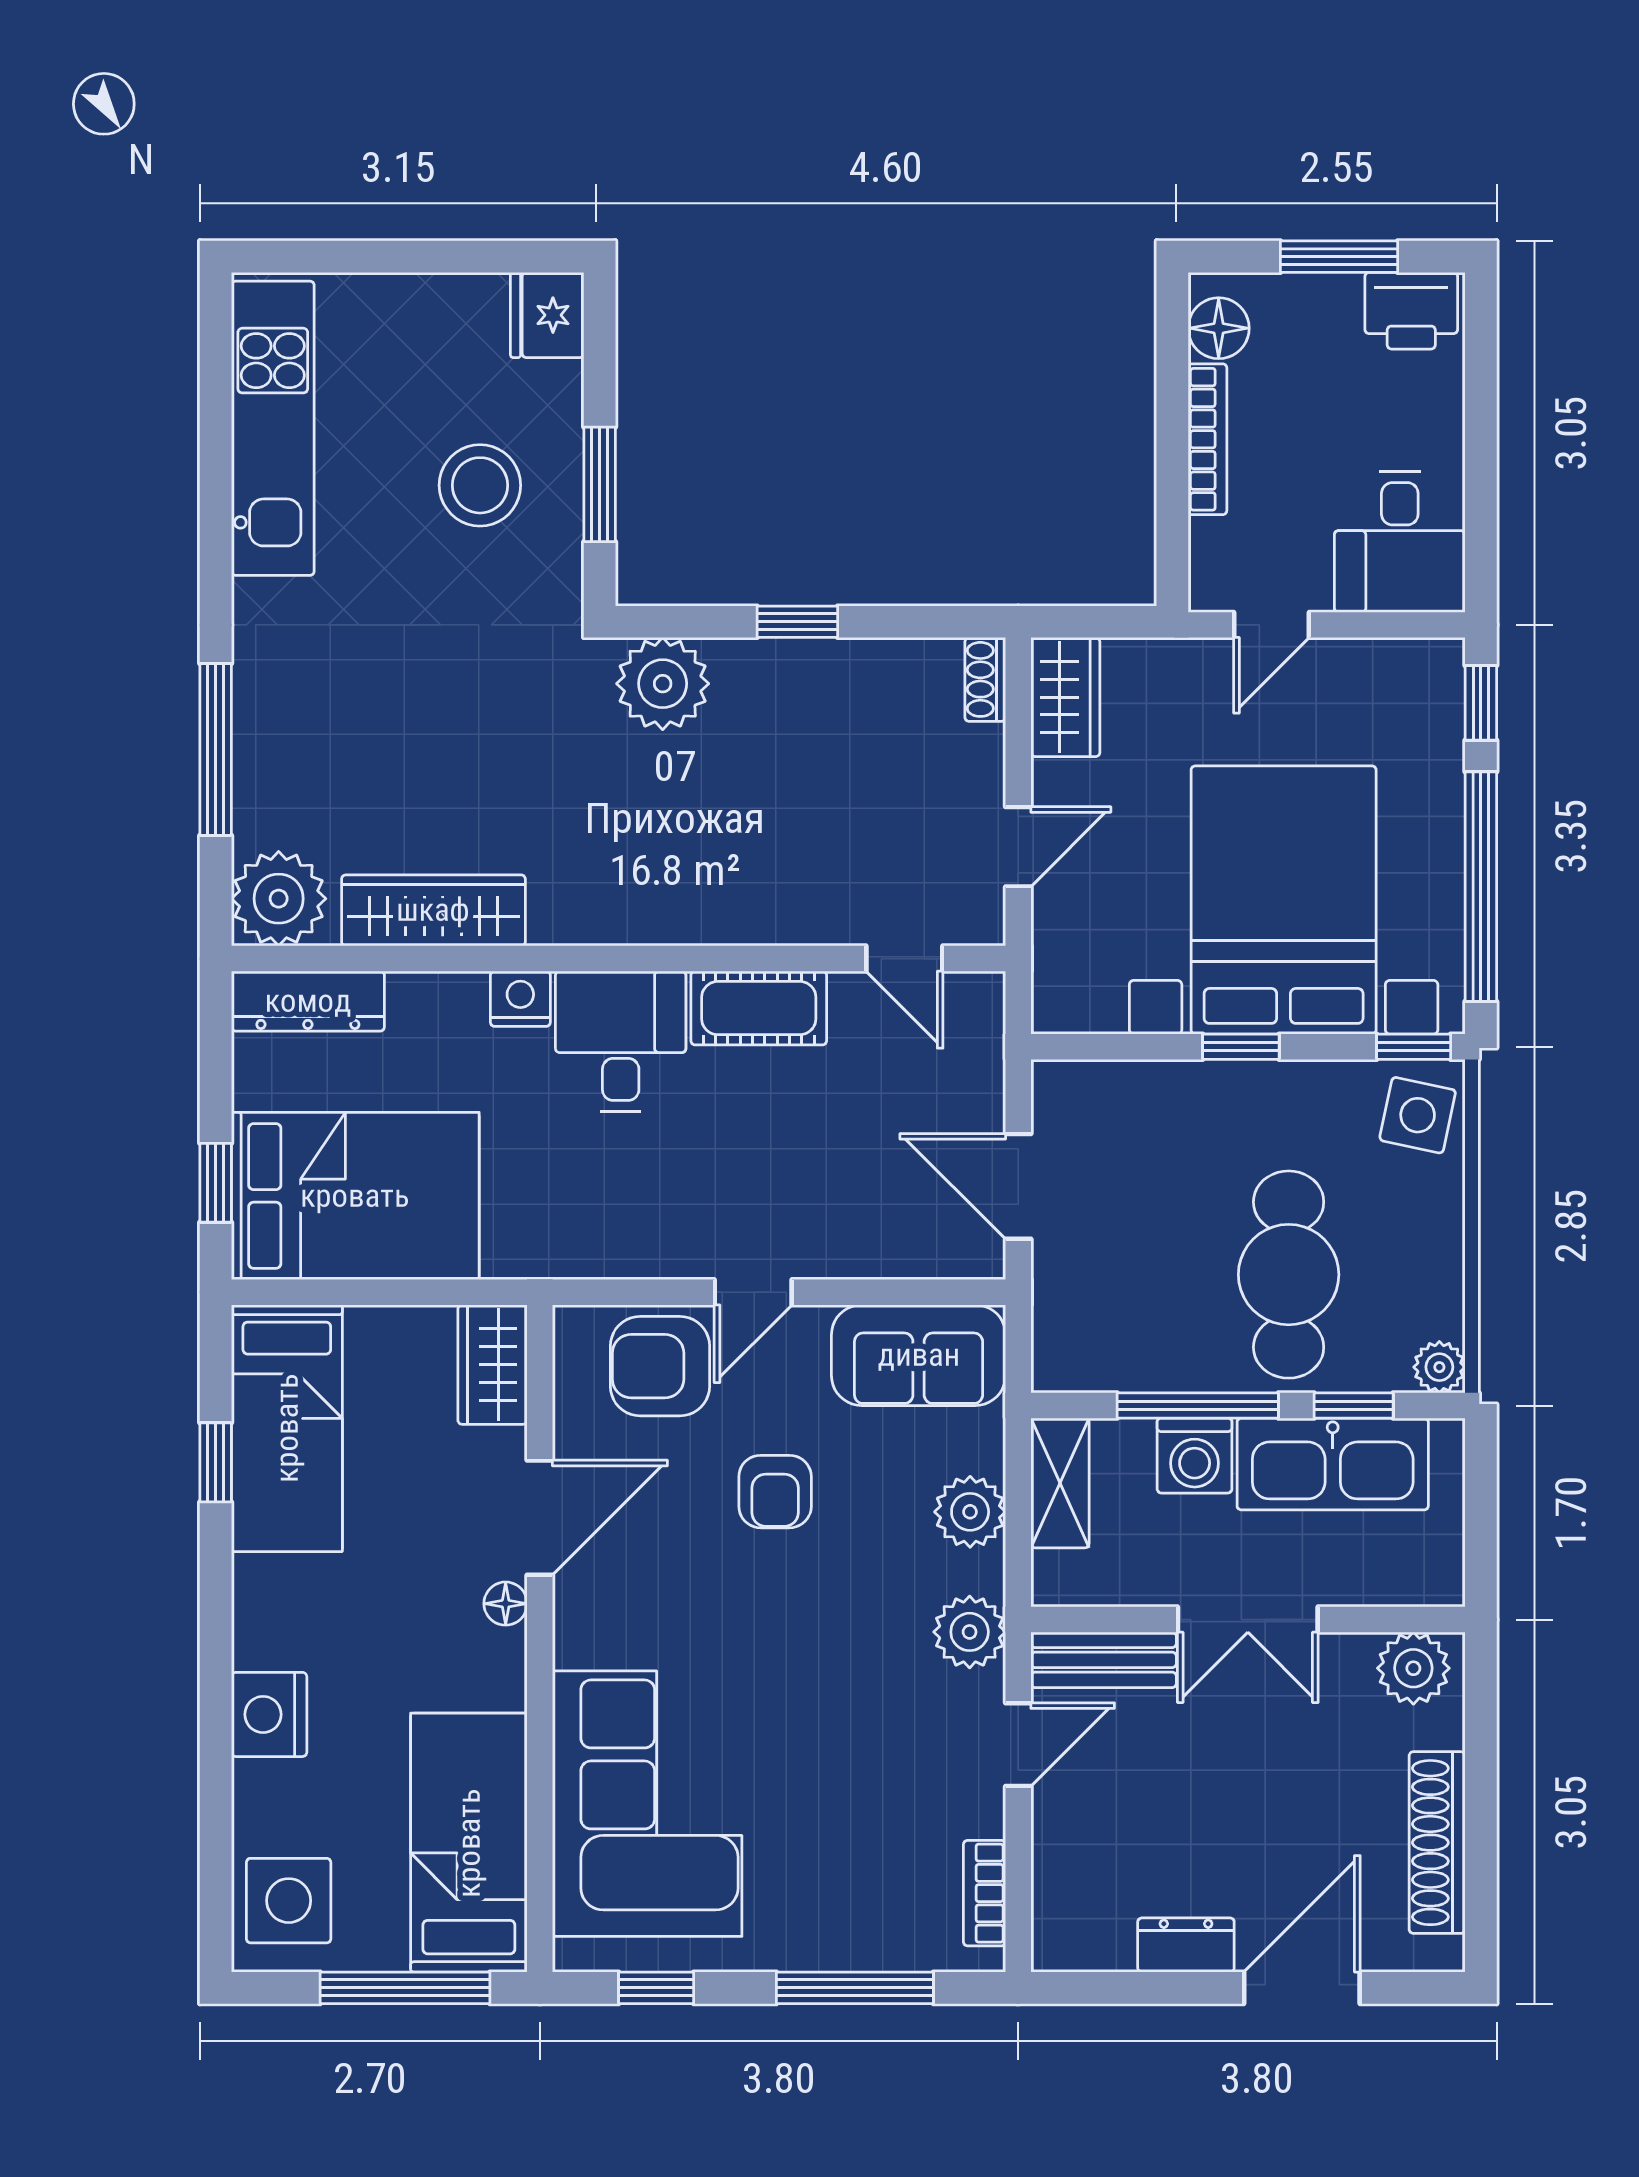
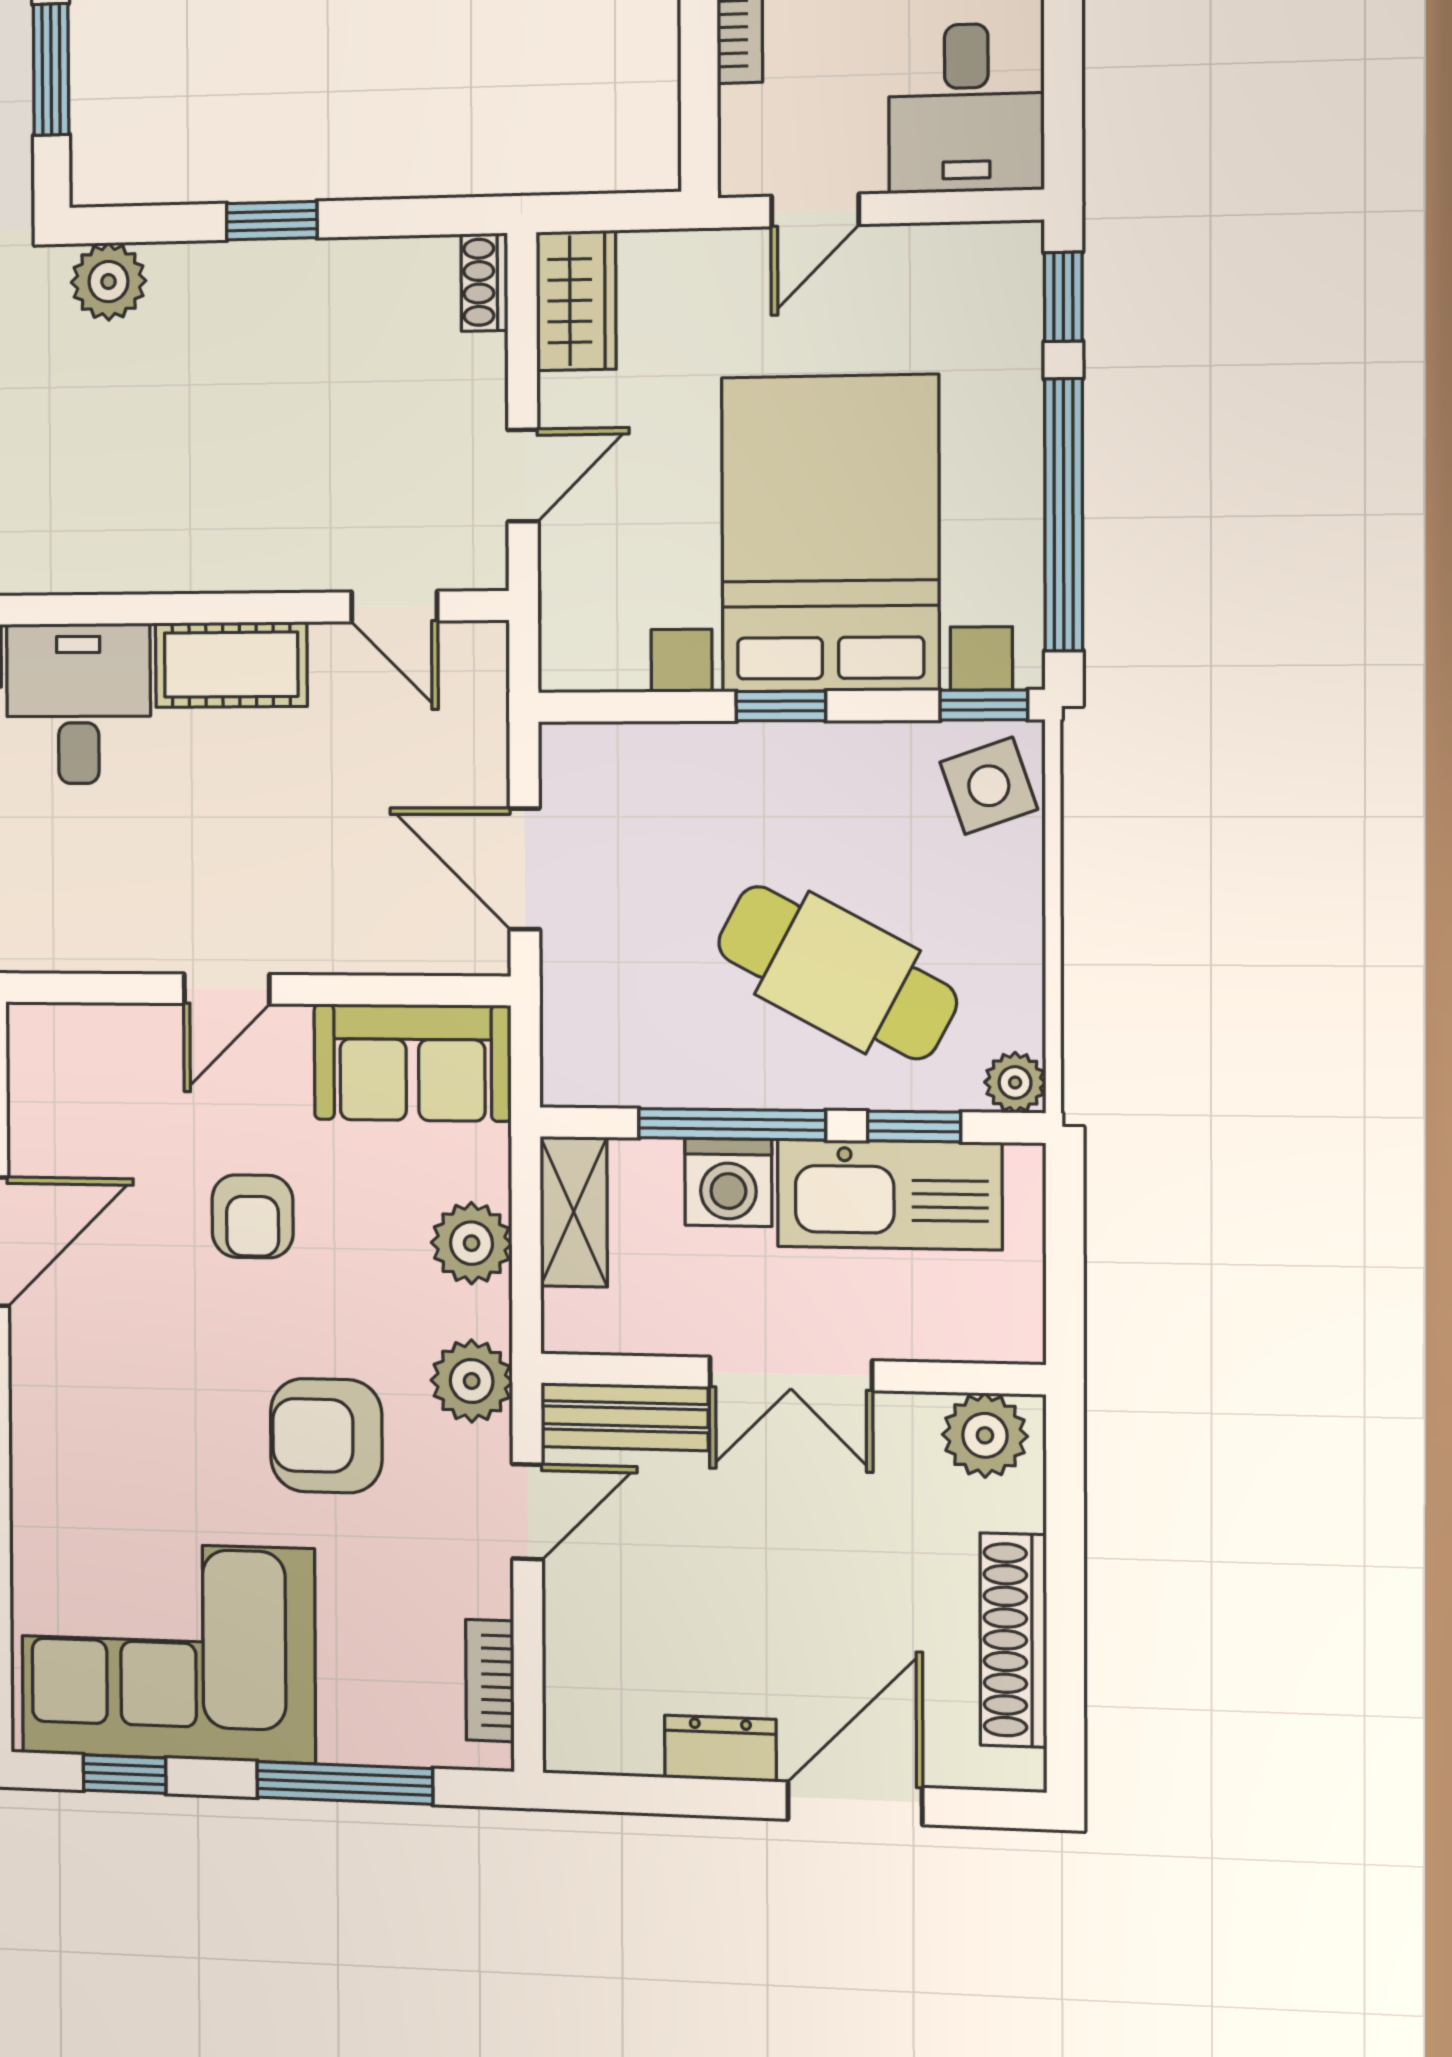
plant: (663, 684) -> (109, 282), width x0.73, depth x0.73
side table: (1418, 1115) -> (989, 786), turned -31
cafe table: (1289, 1275) -> (837, 973), turned -62
armchair: (660, 1366) -> (326, 1436), moved
corner sofa: (647, 1804) -> (168, 1651), moved, turned -90

